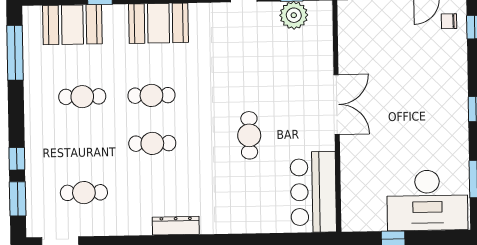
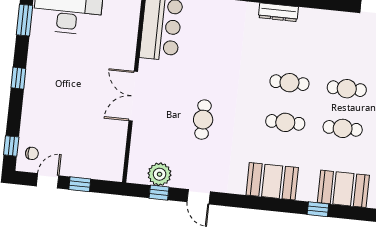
cafe table: (249, 135) -> (203, 120), moved
cafe table: (84, 193) -> (347, 89), moved

